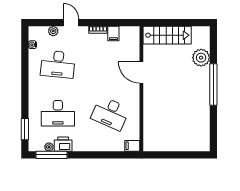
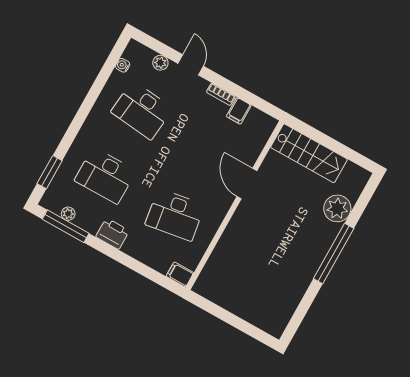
desk: (110, 113) -> (175, 215), turned -33
printer: (63, 144) -> (113, 234), moved

